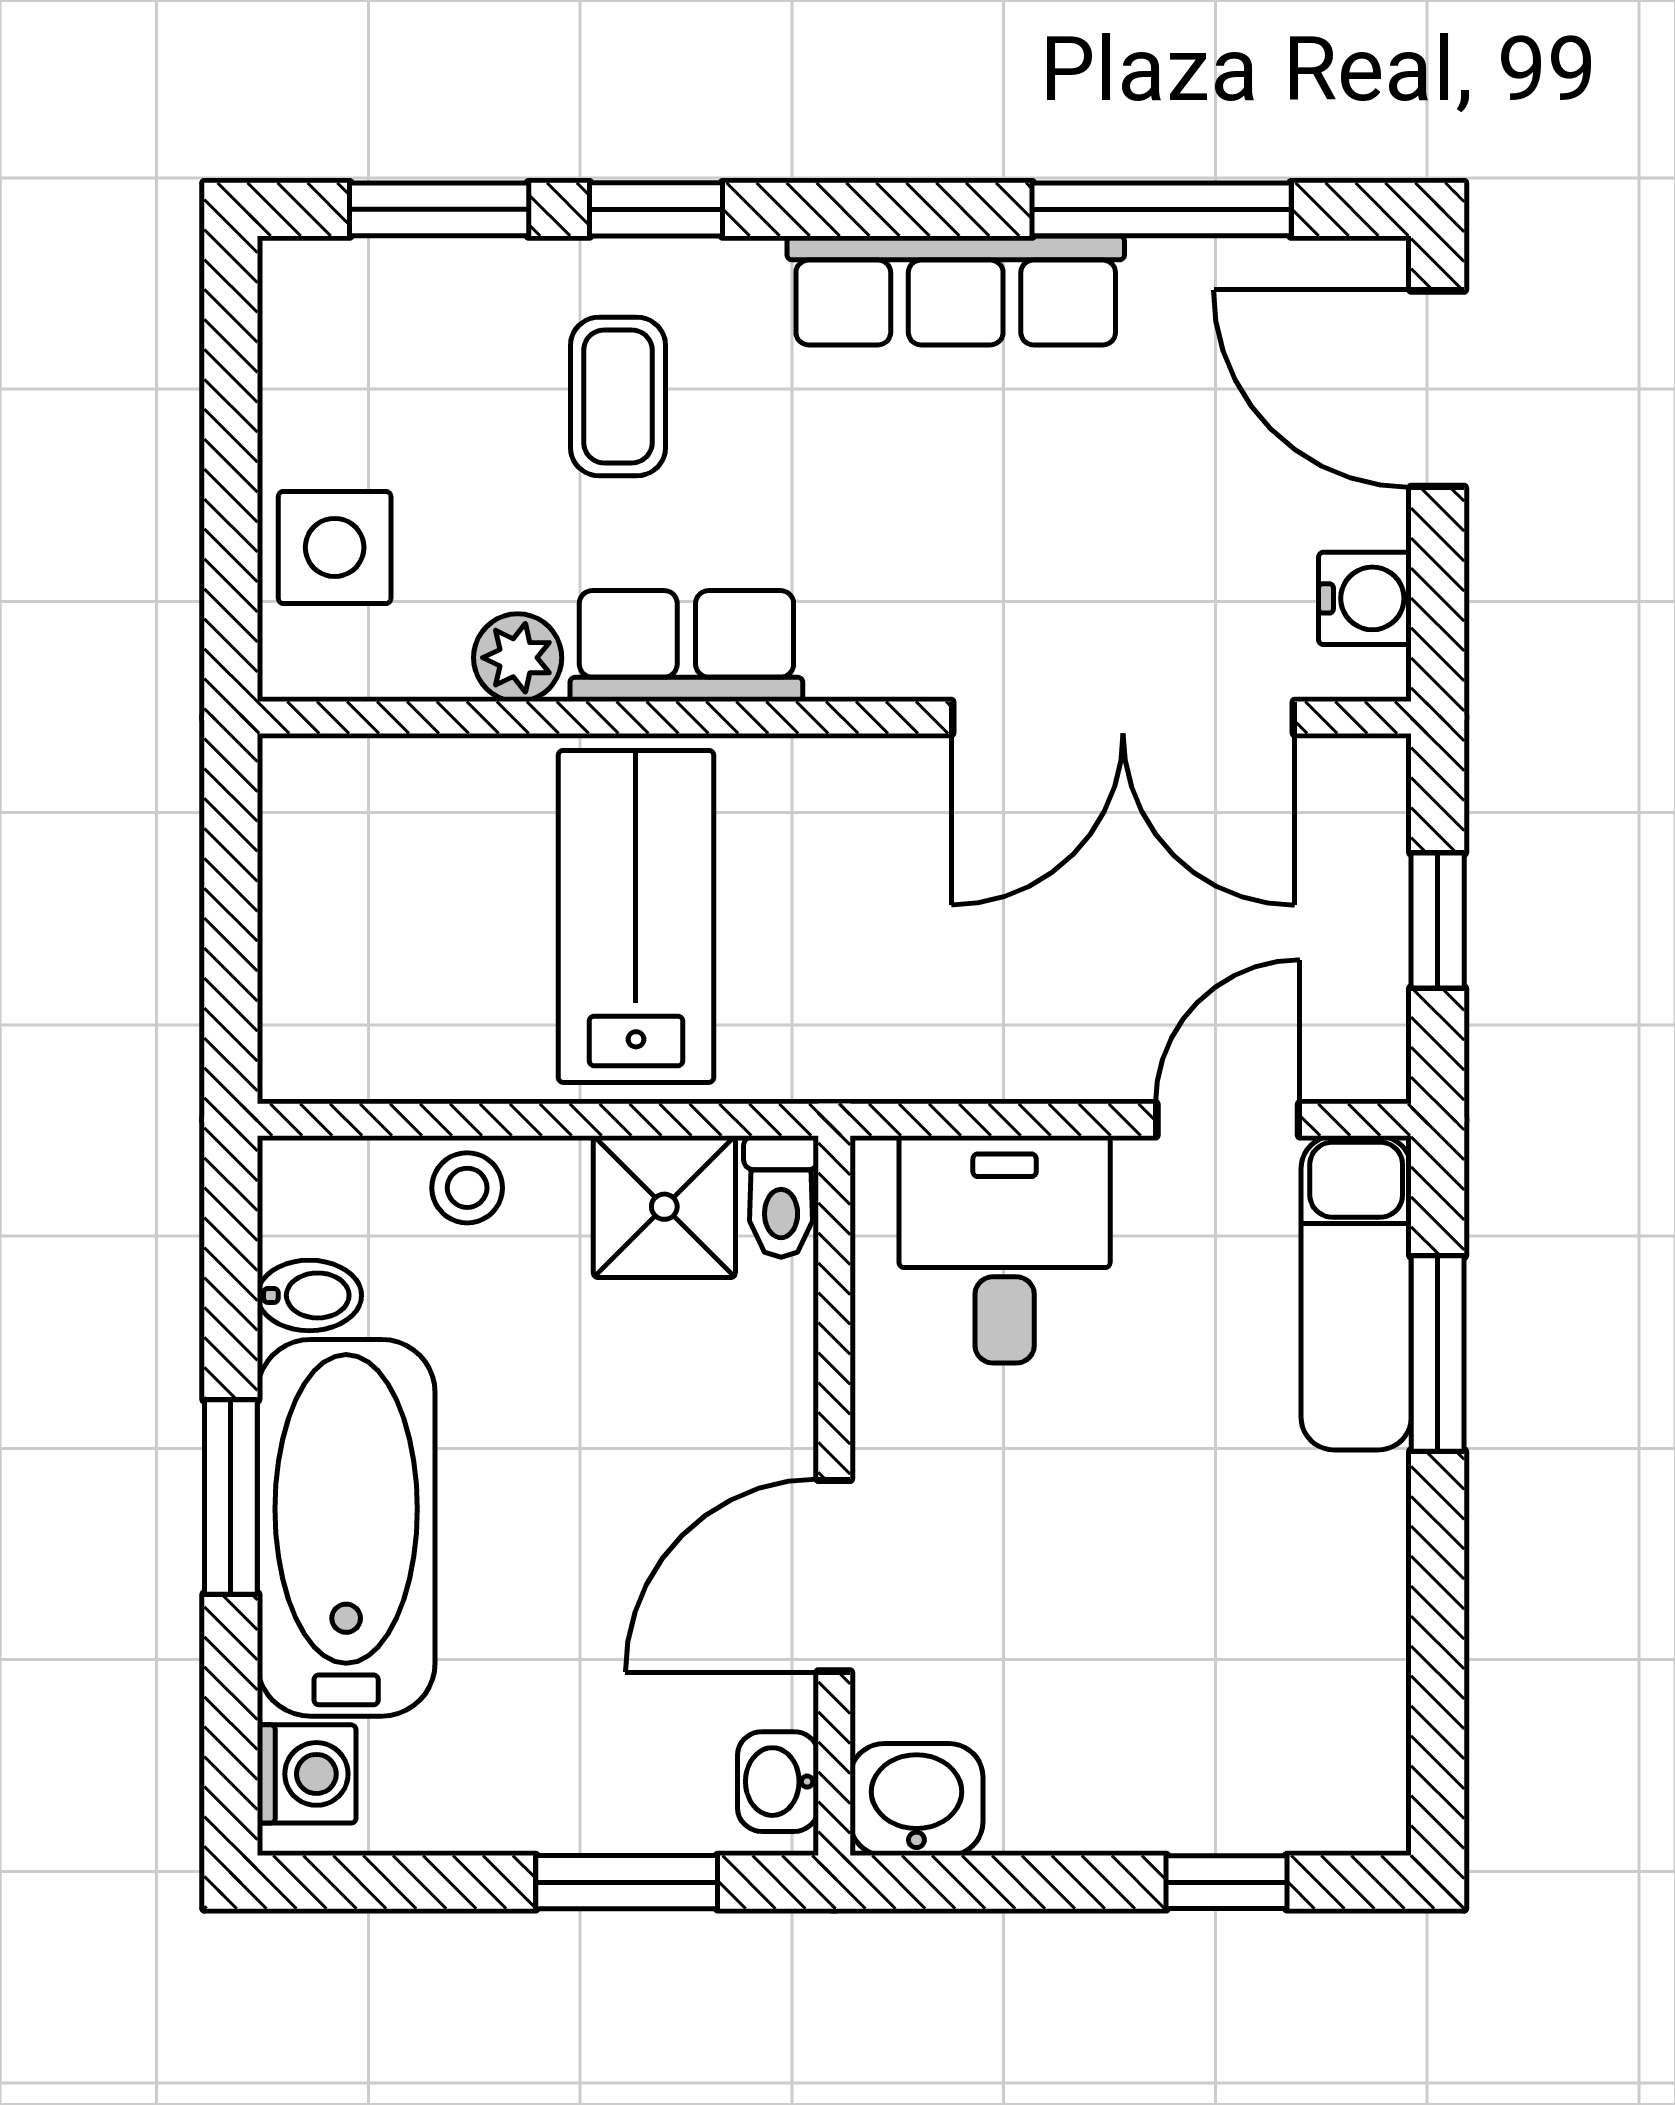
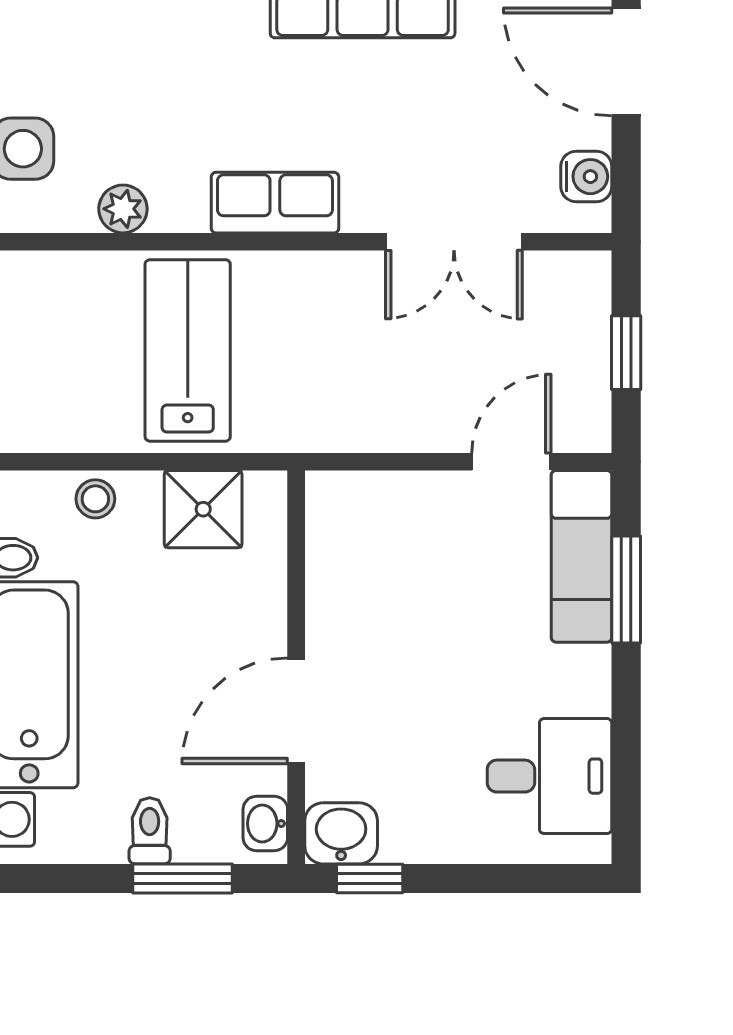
coffee table: (618, 396) -> (178, 66), removed
row of seats: (686, 646) -> (275, 203), moved
double door: (1123, 718) -> (454, 242), width x0.73
toilet: (781, 1197) -> (150, 831), moved, turned 180
desk: (1005, 1249) -> (549, 776), moved, turned 90
window: (1226, 1882) -> (370, 878), moved

